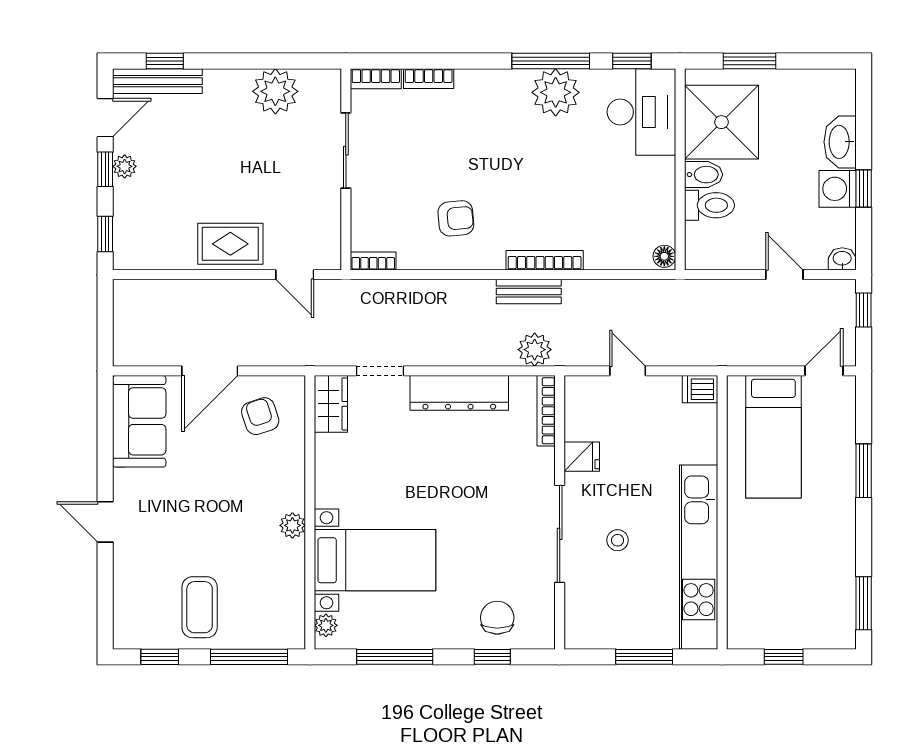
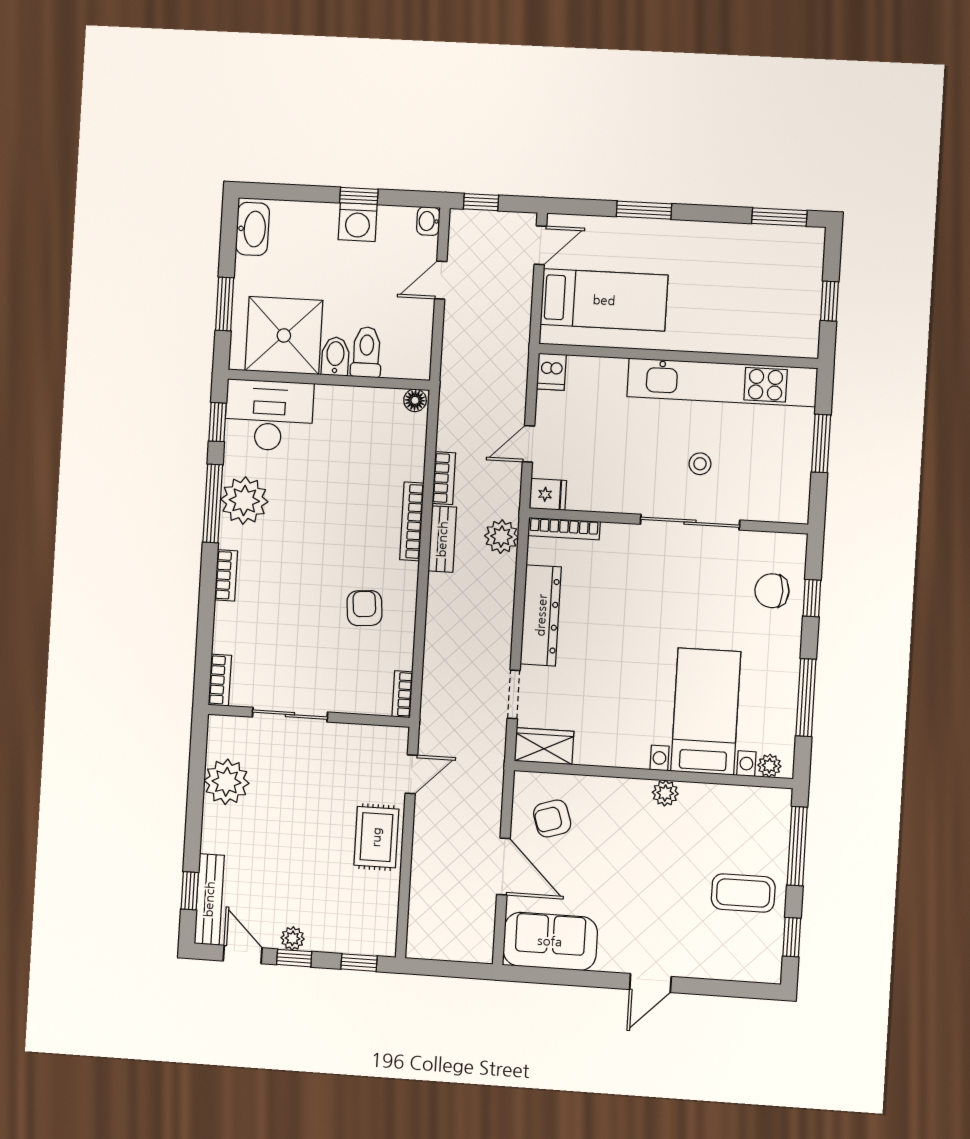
bookcase: (429, 79) -> (226, 575), moved
washbasin: (840, 142) -> (253, 229), moved, turned -90
bookcase: (589, 289) -> (444, 478), added
door: (824, 371) -> (540, 245), swing flipped
fridge: (582, 457) -> (548, 494), moved, turned 90

